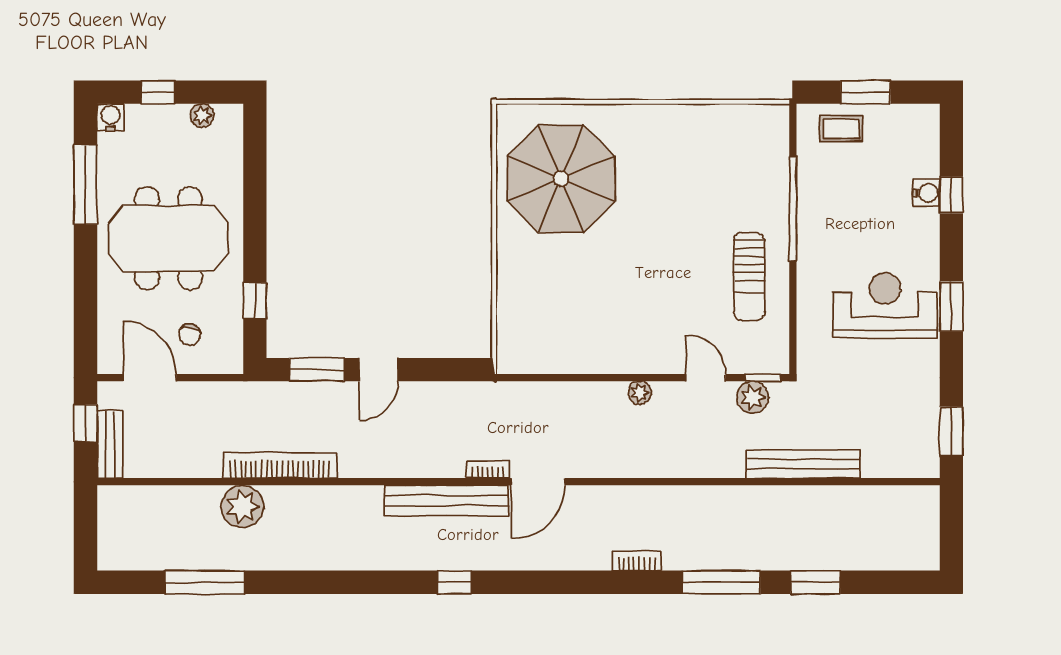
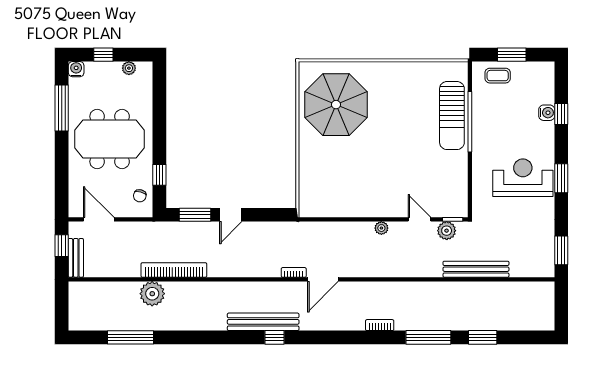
sun lounger: (749, 276) -> (452, 116), moved, width x1.36, depth x1.34
chair: (190, 334) -> (140, 196), moved
bench: (446, 501) -> (263, 322), moved

